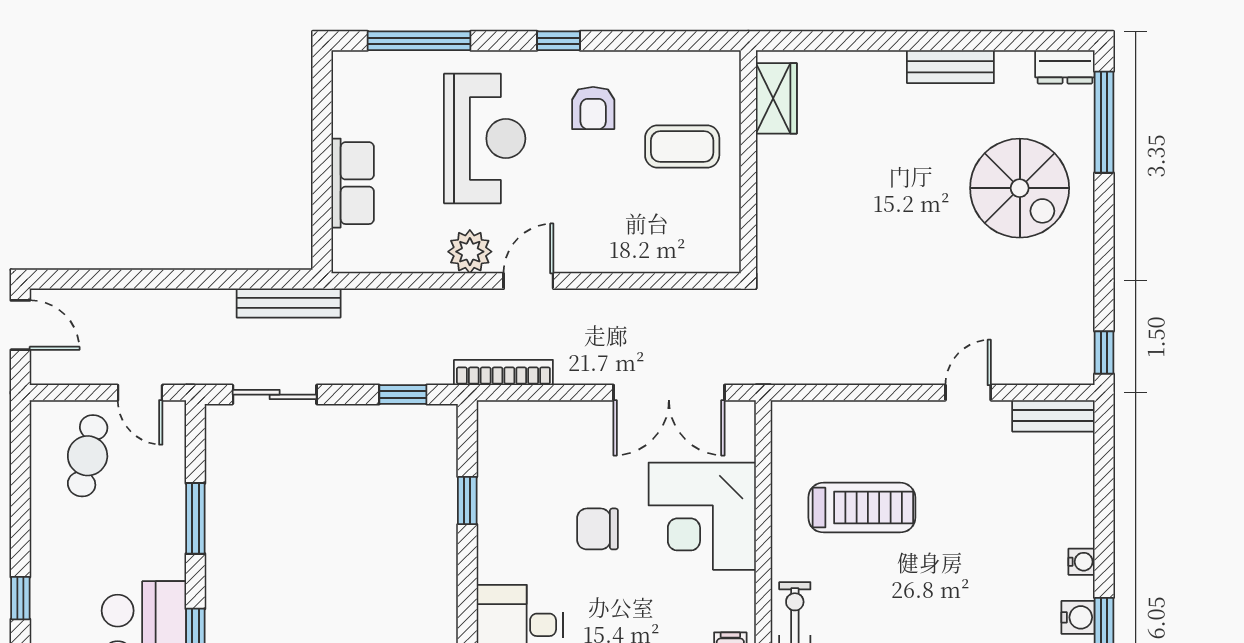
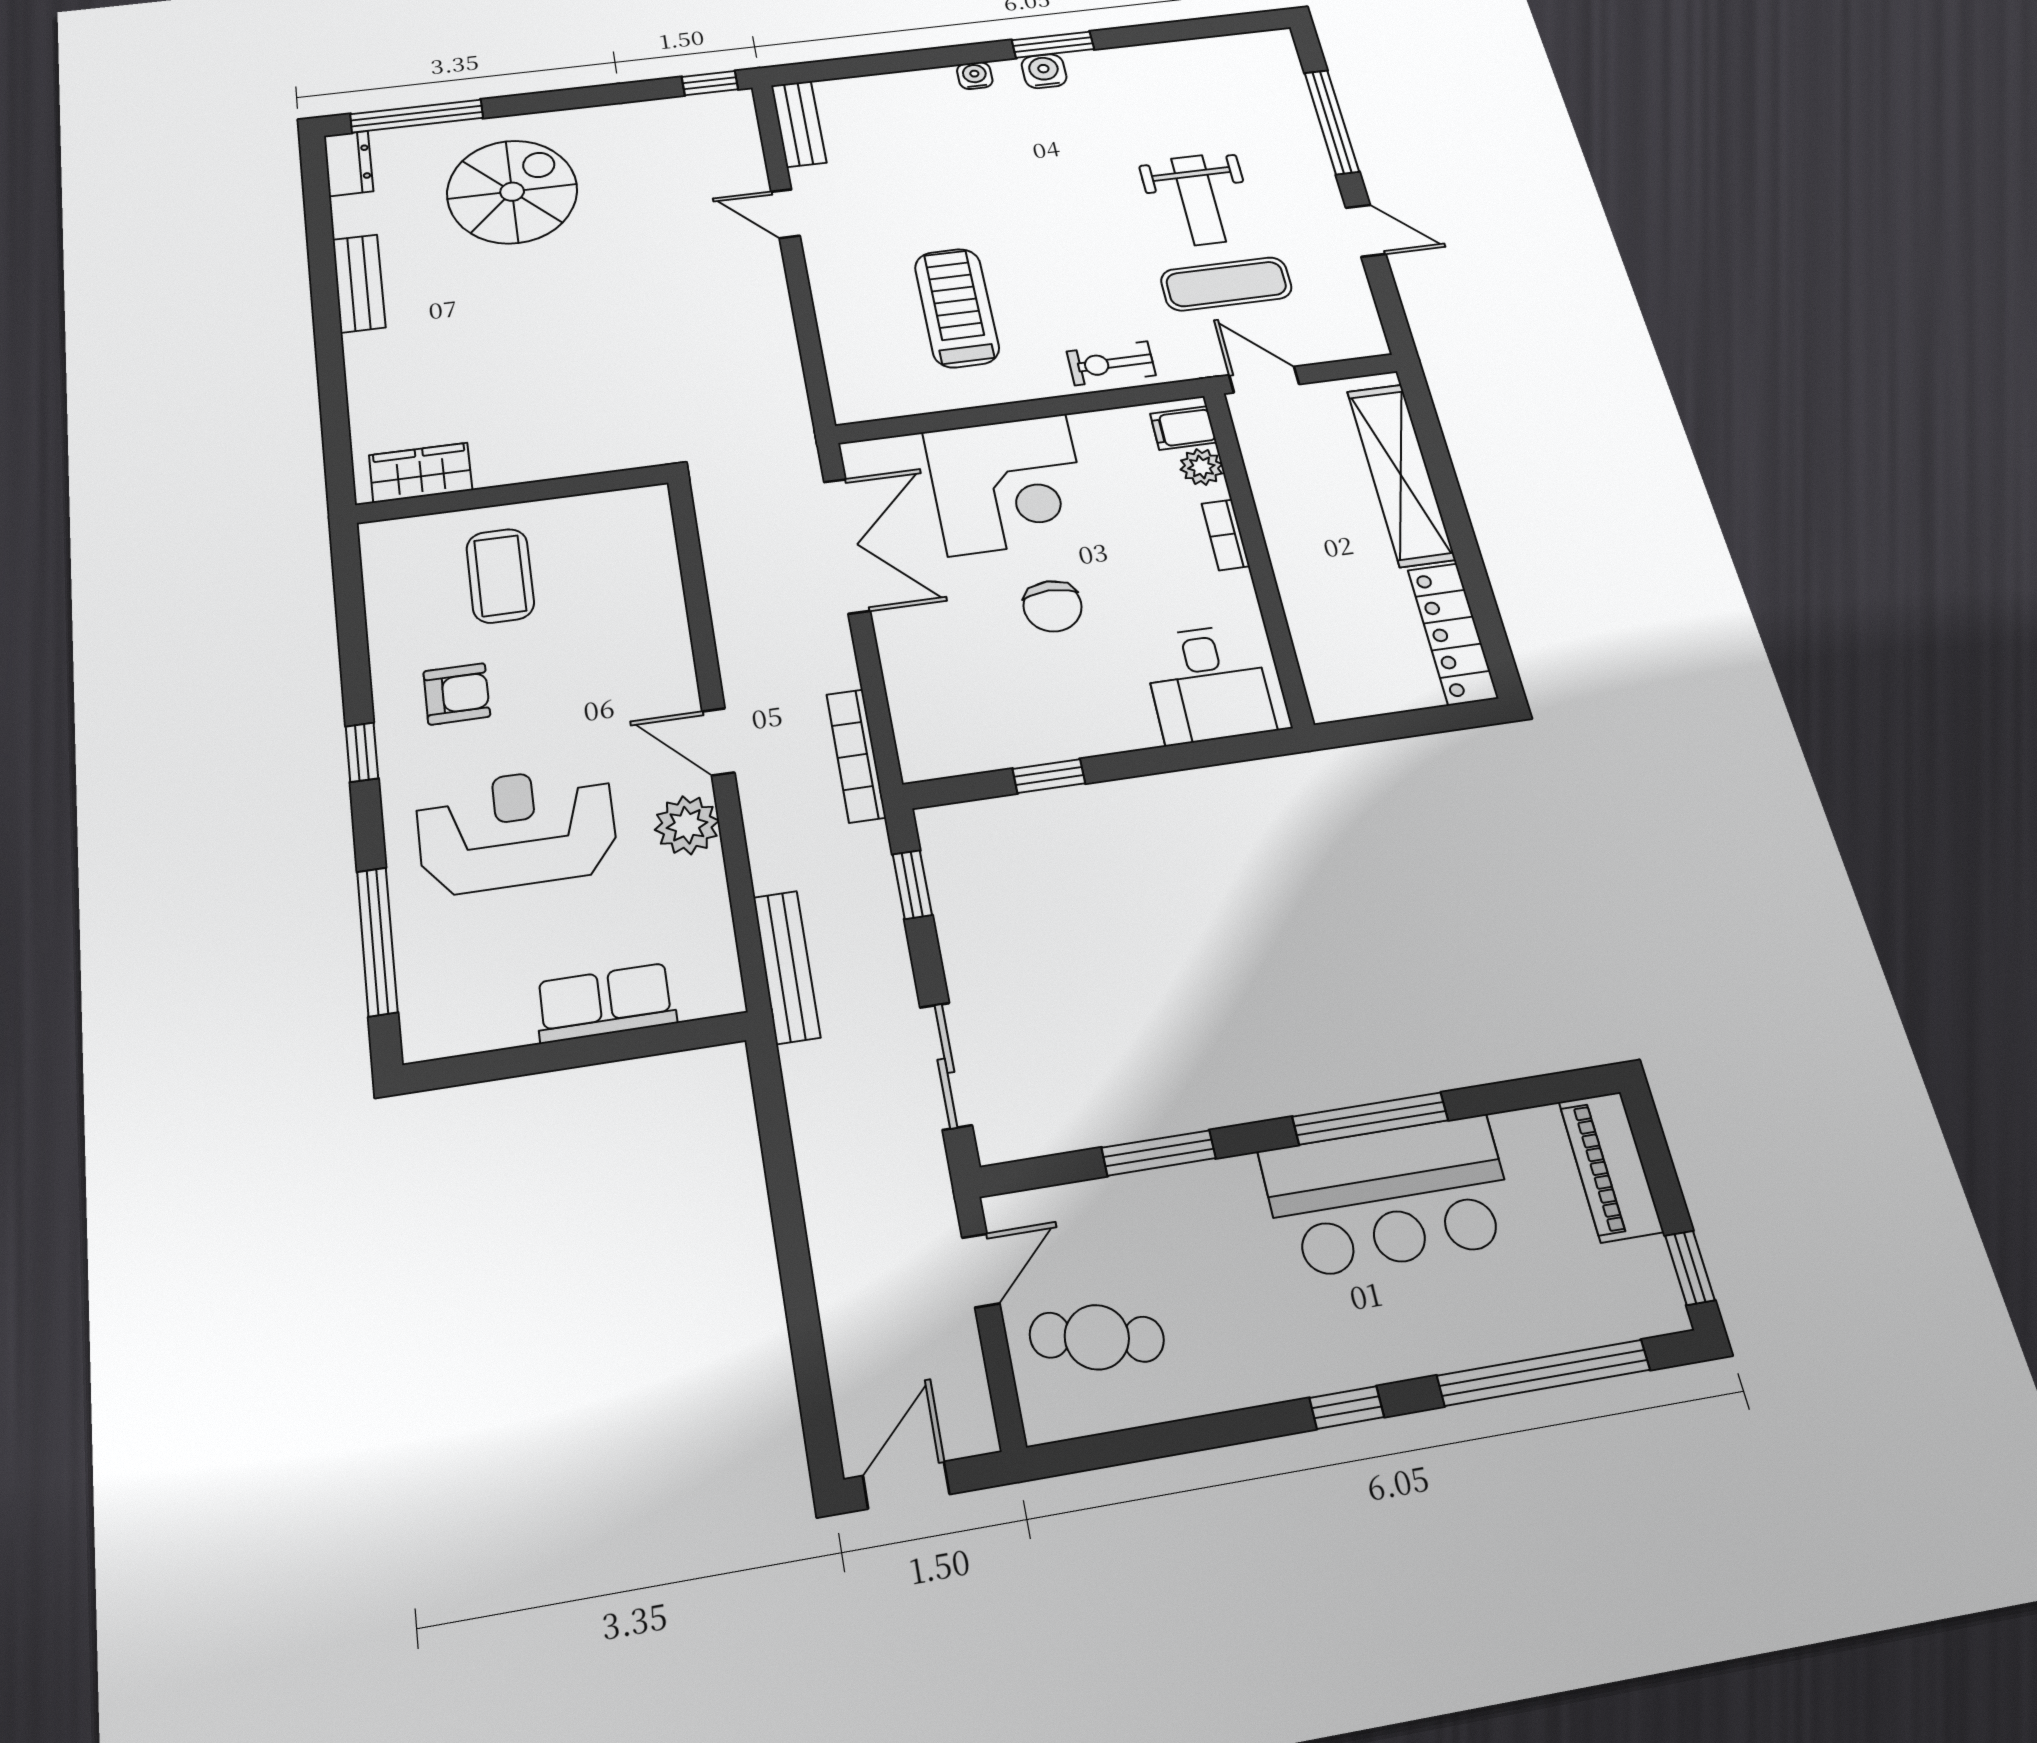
bench: (289, 303) -> (787, 967), moved

